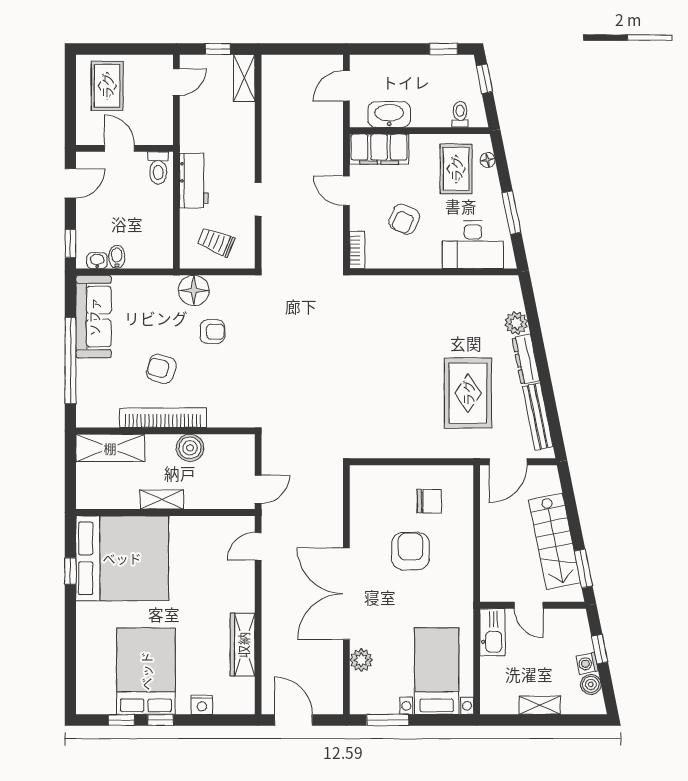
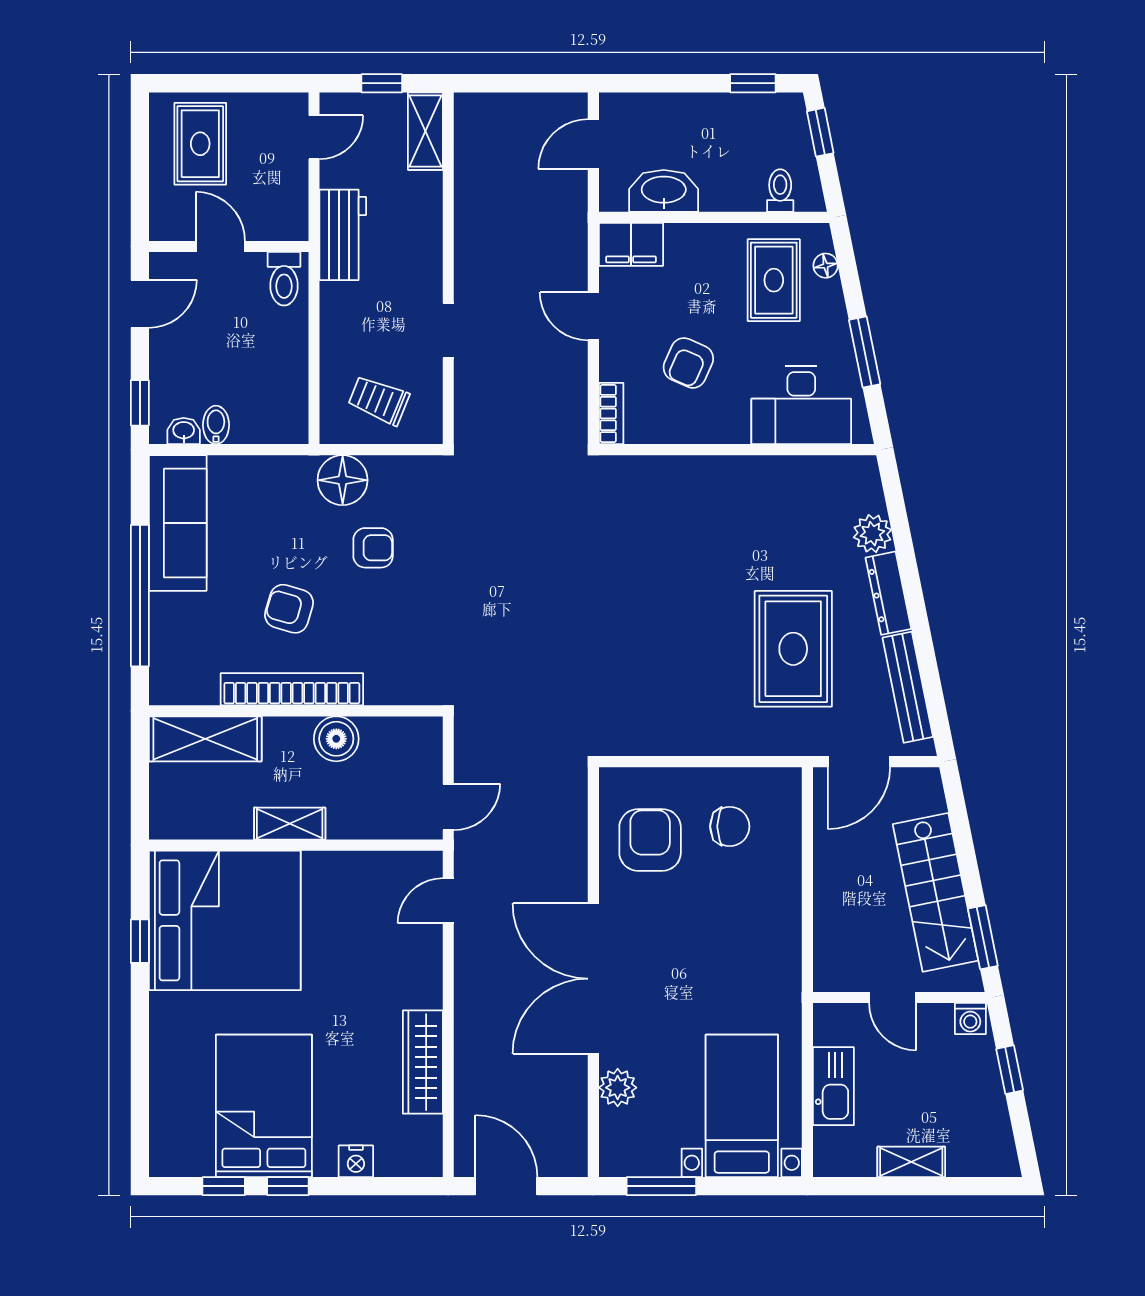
filing cabinet: (379, 149) -> (631, 244), width x0.67, depth x0.86
workbench: (194, 181) -> (343, 235), moved
armchair: (410, 551) -> (650, 840), moved
kitchen sink: (492, 632) -> (833, 1086), moved
washing machine: (587, 663) -> (970, 1018), moved, turned -79
boiler: (591, 684) -> (995, 1128), removed

